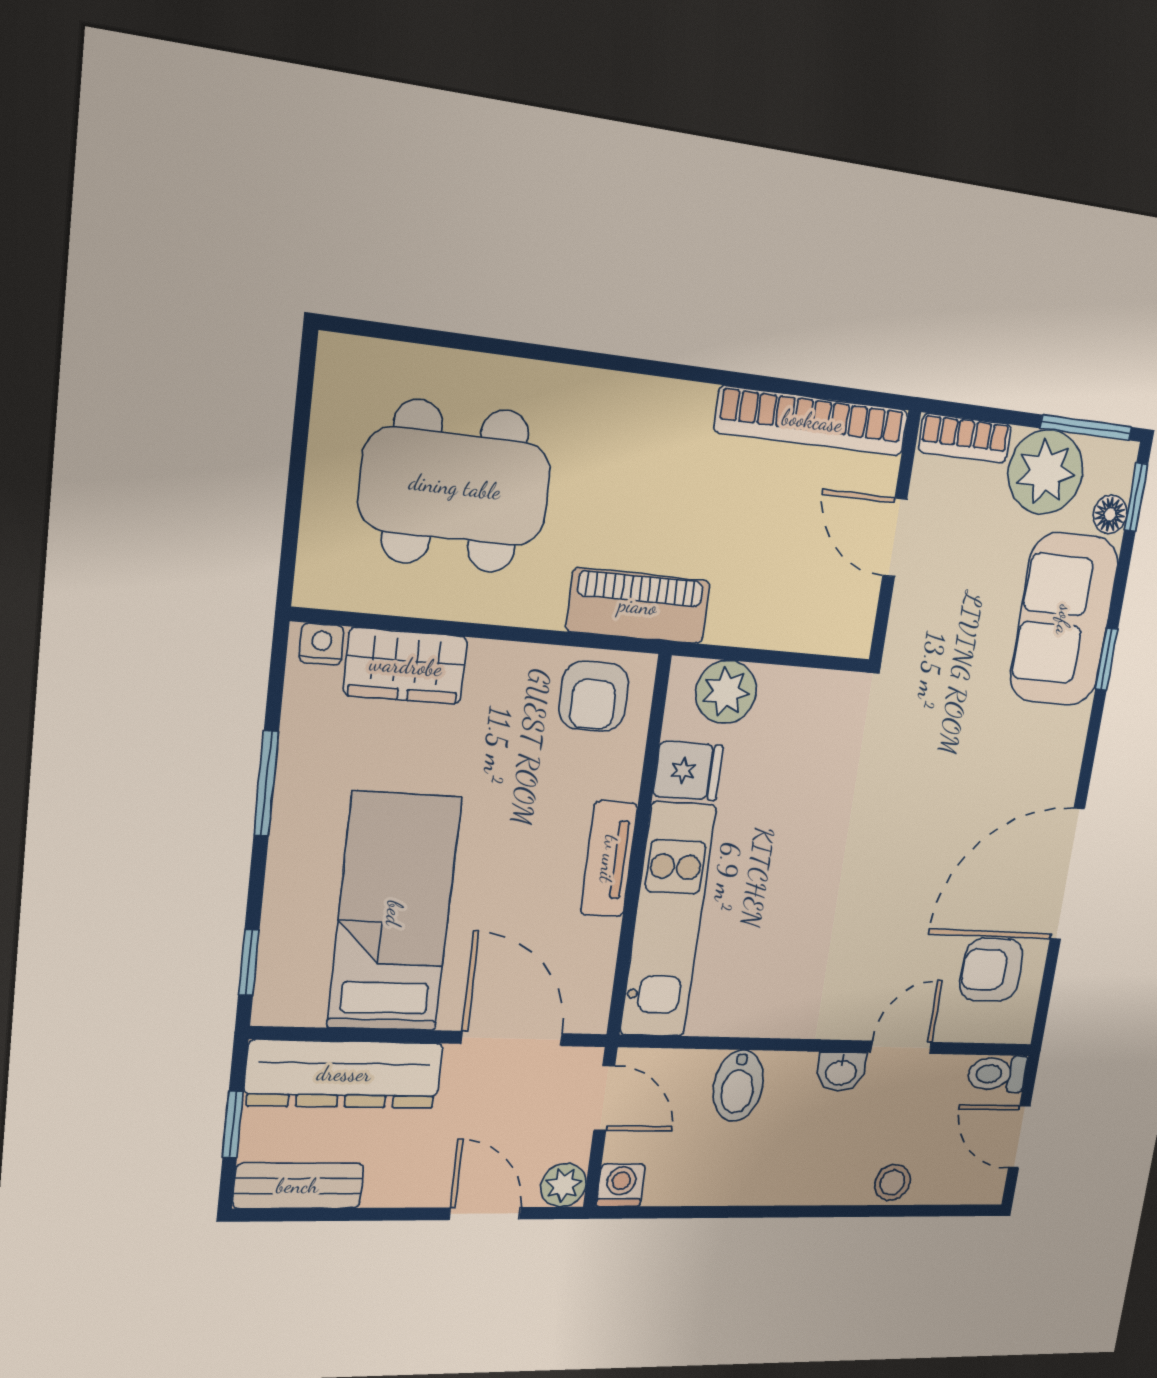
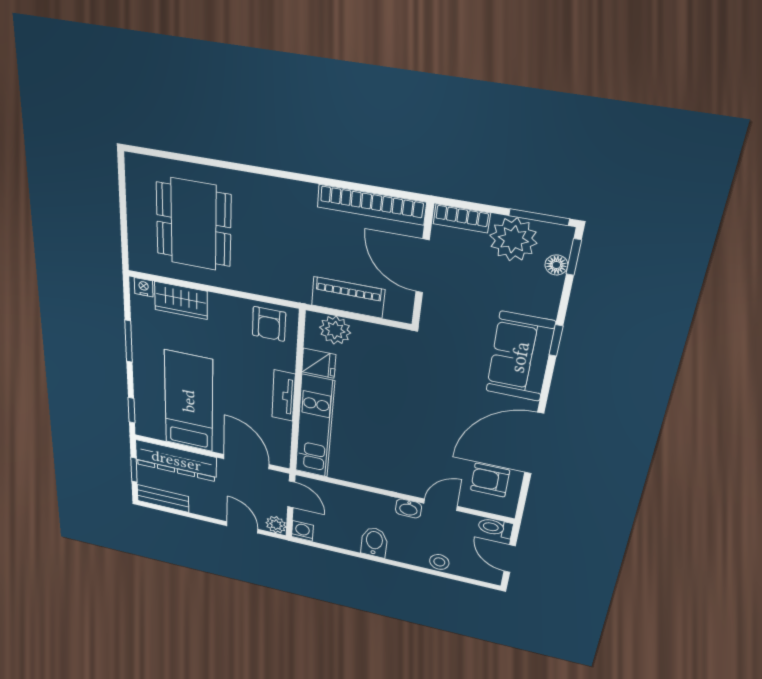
dining table: (455, 487) -> (194, 225), turned 90
door: (895, 537) -> (423, 266), width x1.38
piano: (638, 606) -> (348, 297), moved
sofa: (1064, 620) -> (520, 357), moved
bidet: (738, 1086) -> (374, 542), moved, turned 180

